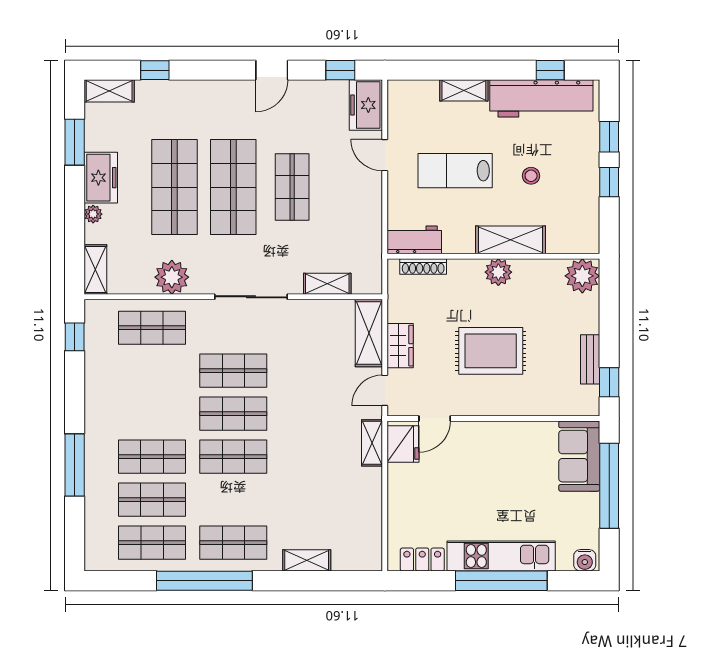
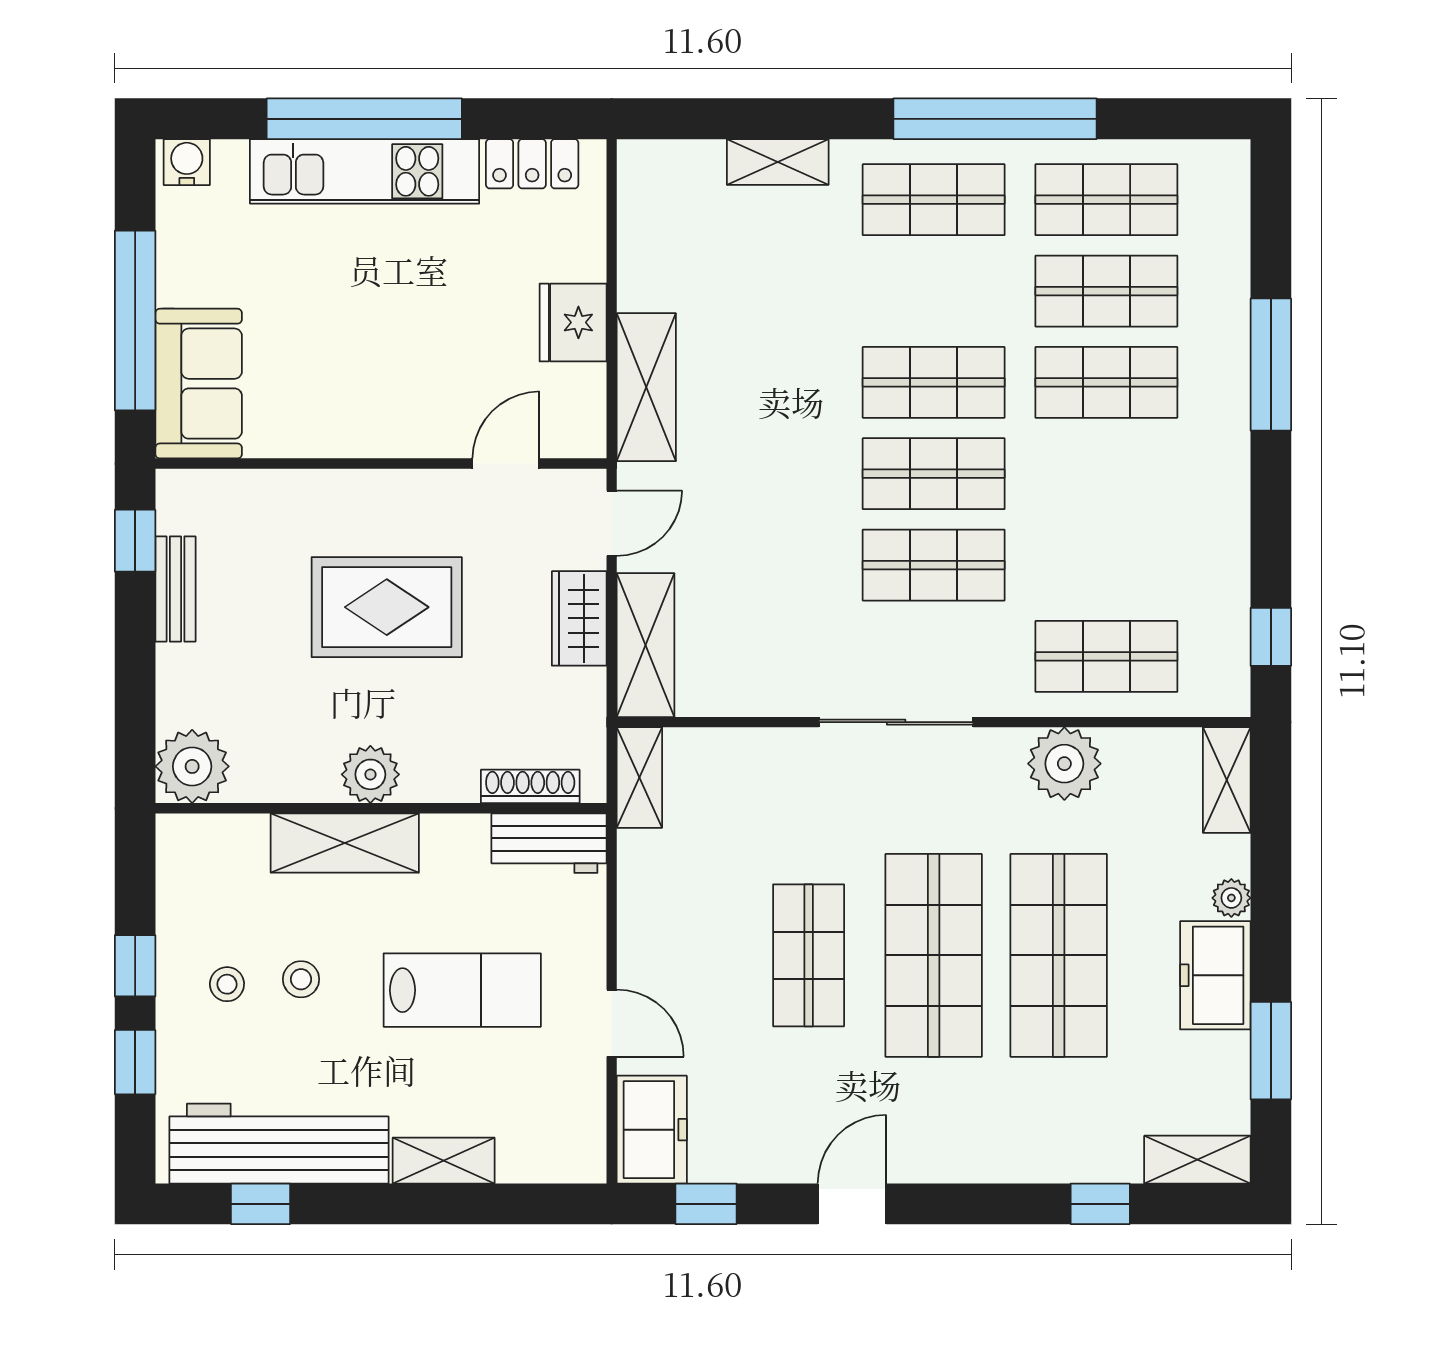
stool: (566, 173) -> (227, 984), added
shelving: (327, 284) -> (639, 778), moved, turned 90
shelving: (372, 443) -> (646, 387), width x1.50, depth x1.33
fridge: (403, 444) -> (573, 322), moved

